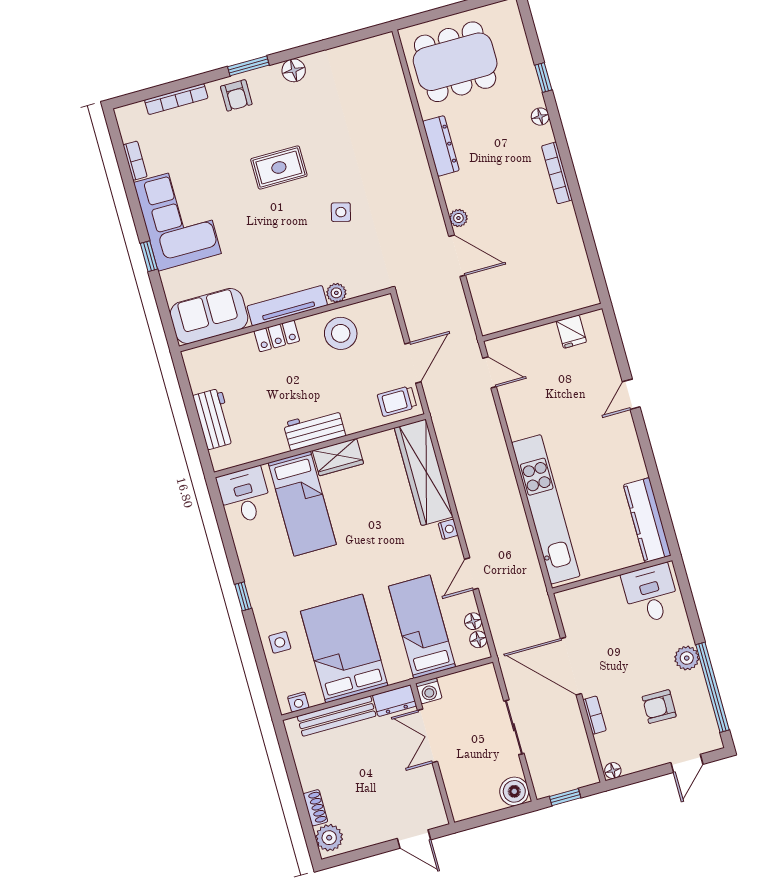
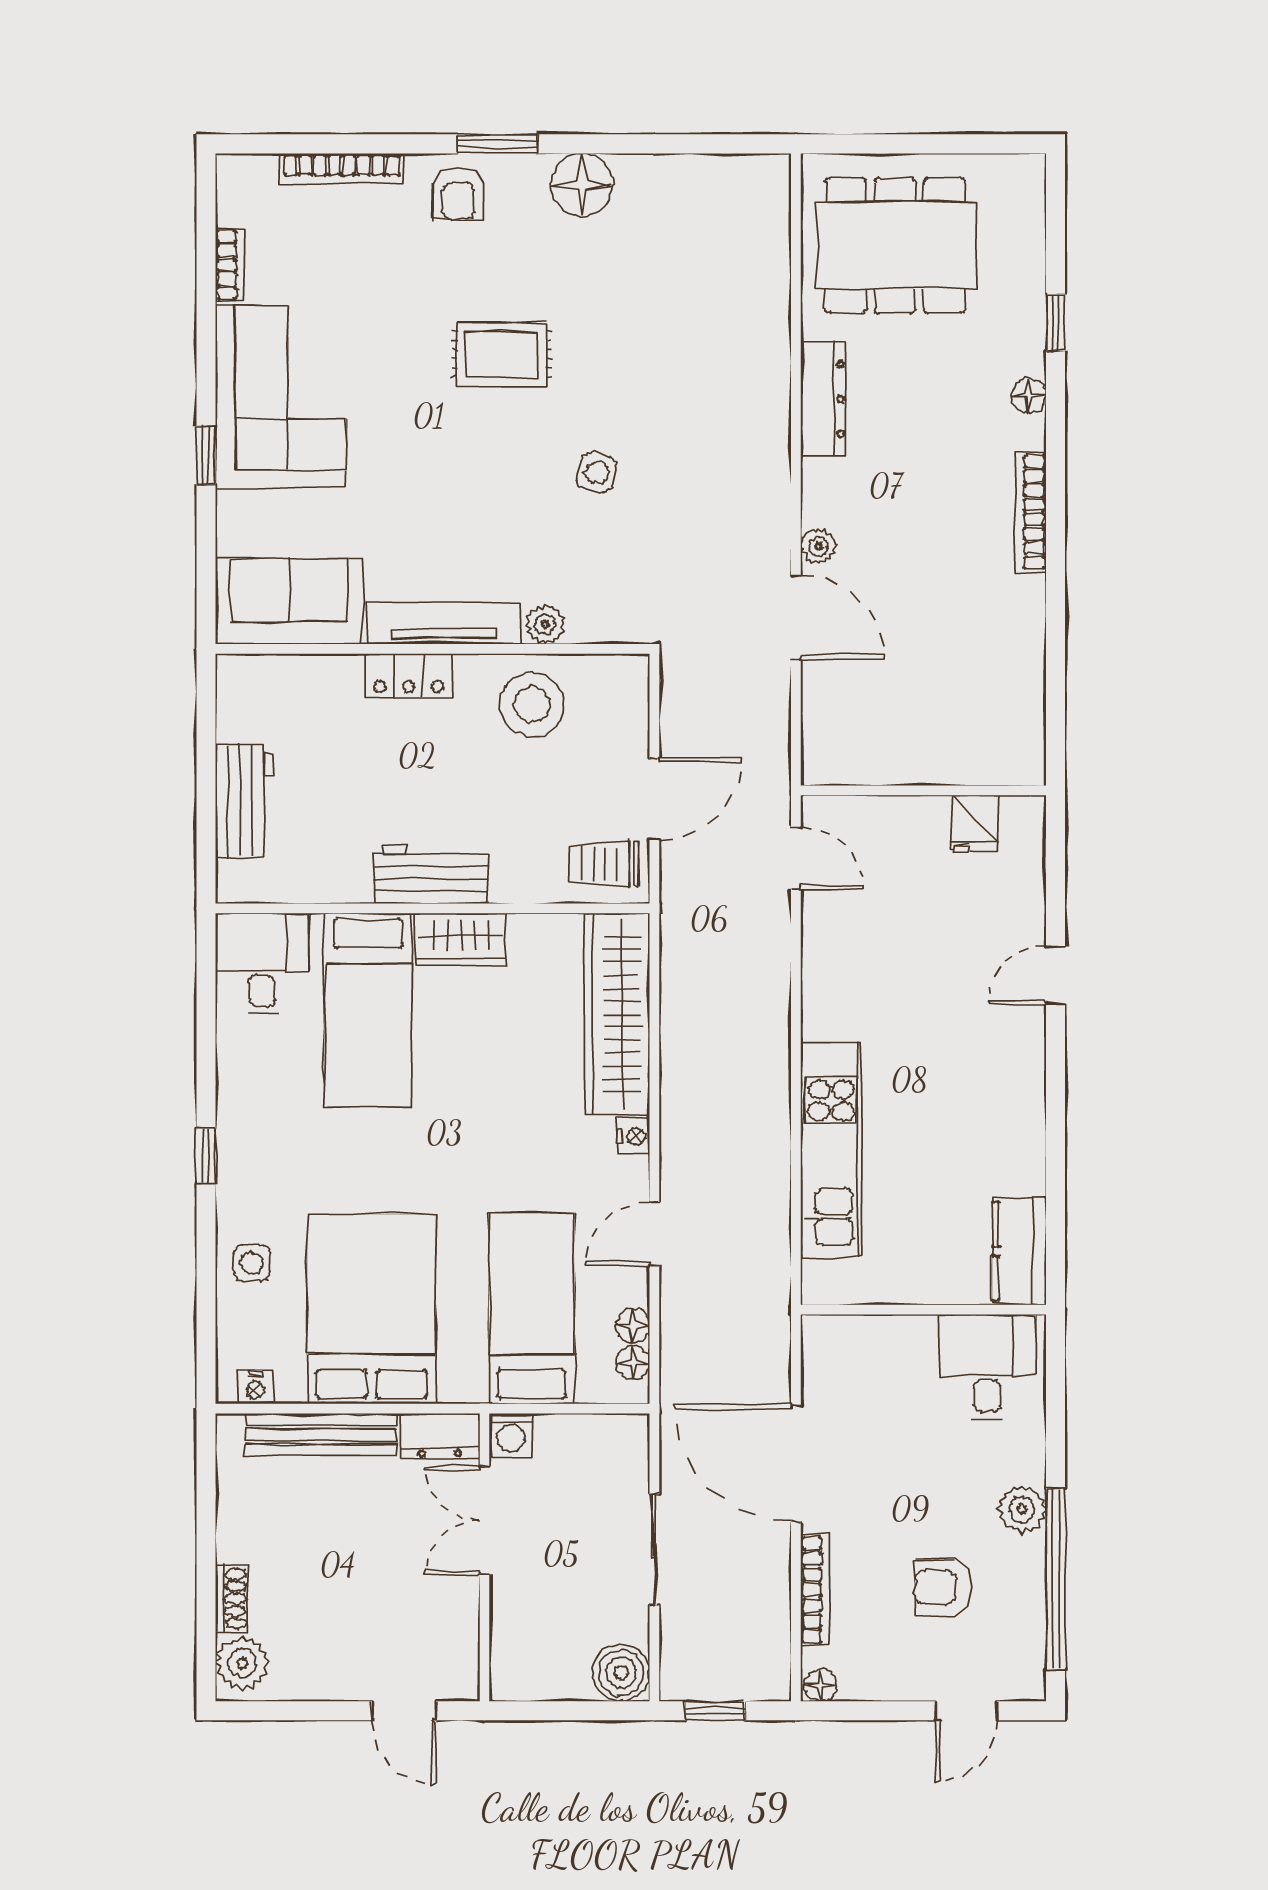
floor lamp: (294, 70) -> (582, 185), width x1.38, depth x1.38
kitchen unit: (546, 509) -> (831, 1150), width x0.73
kitchen counter: (647, 520) -> (1019, 1251), width x0.67
bookcase: (595, 715) -> (815, 1590), width x1.56

